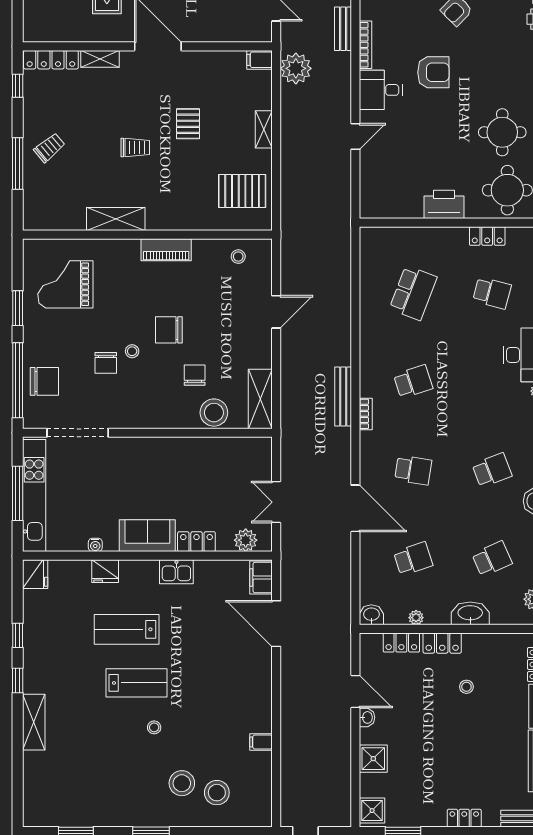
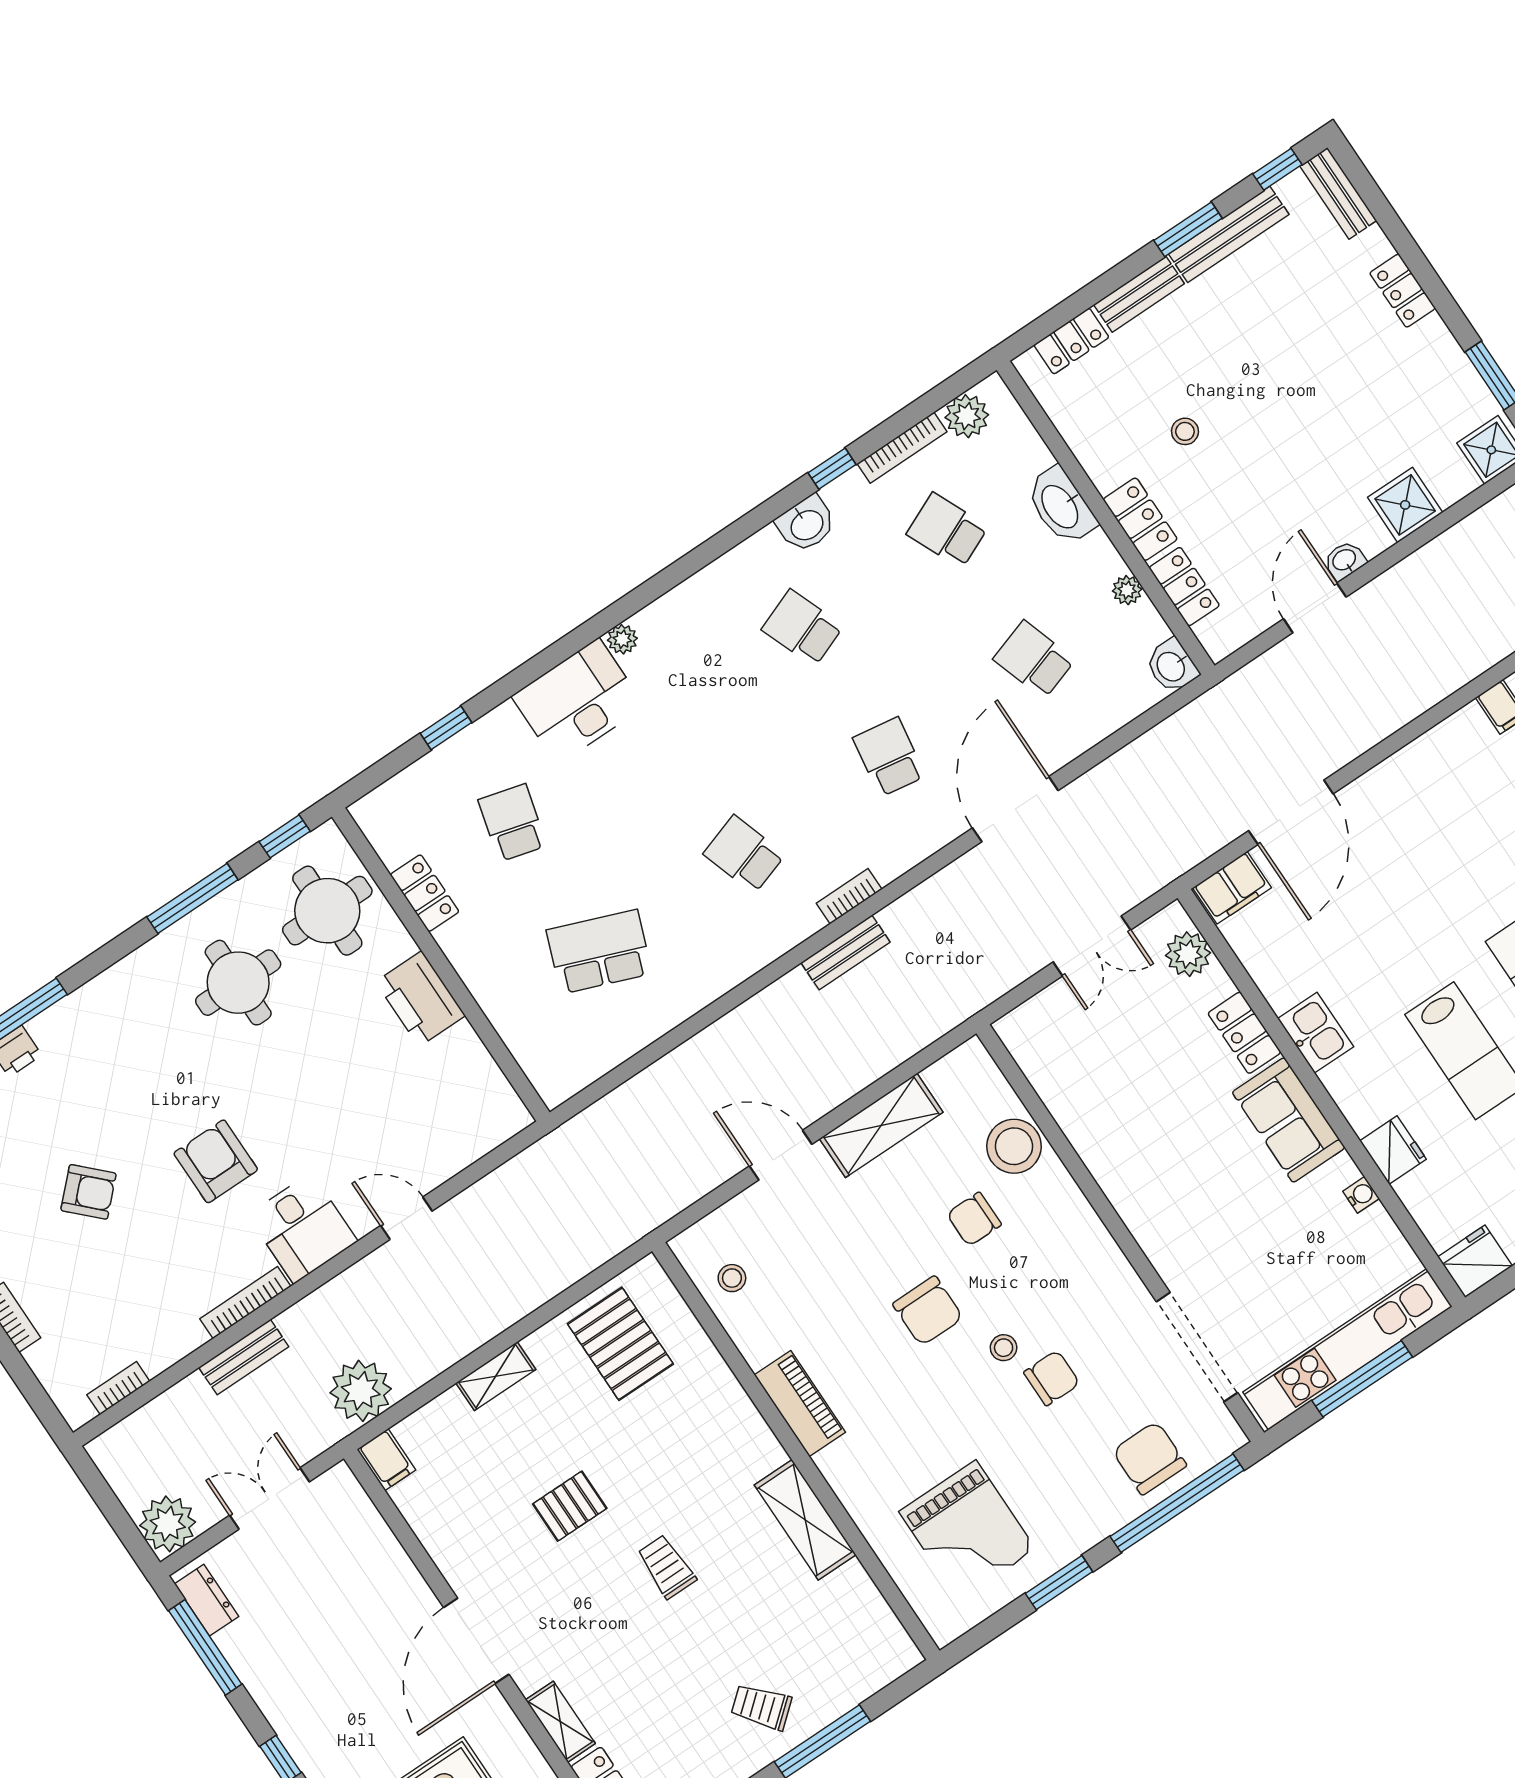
bench: (343, 396) -> (845, 952), width x0.73
shelving: (260, 399) -> (881, 1125), moved

